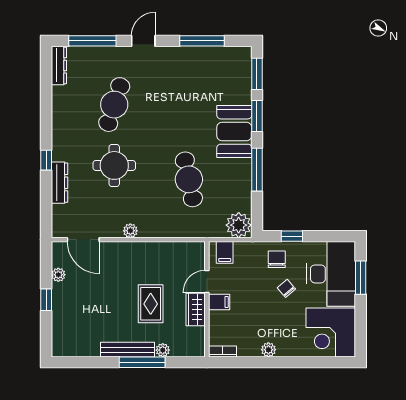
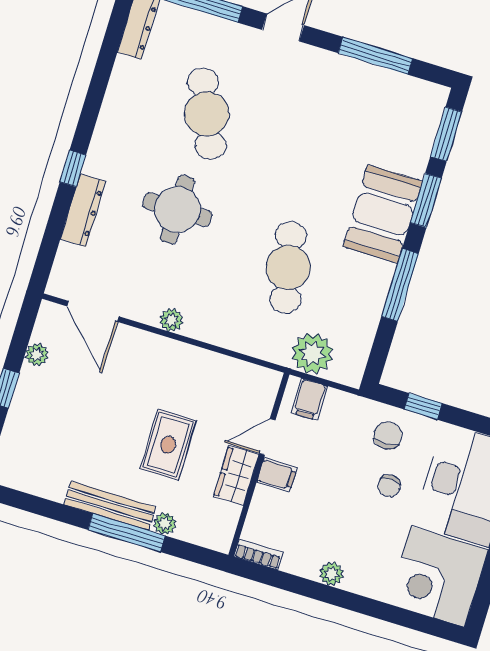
cafe table: (114, 105) -> (207, 114), turned -42
plant: (239, 225) -> (312, 353), moved
chair: (286, 288) -> (389, 486), turned -140

